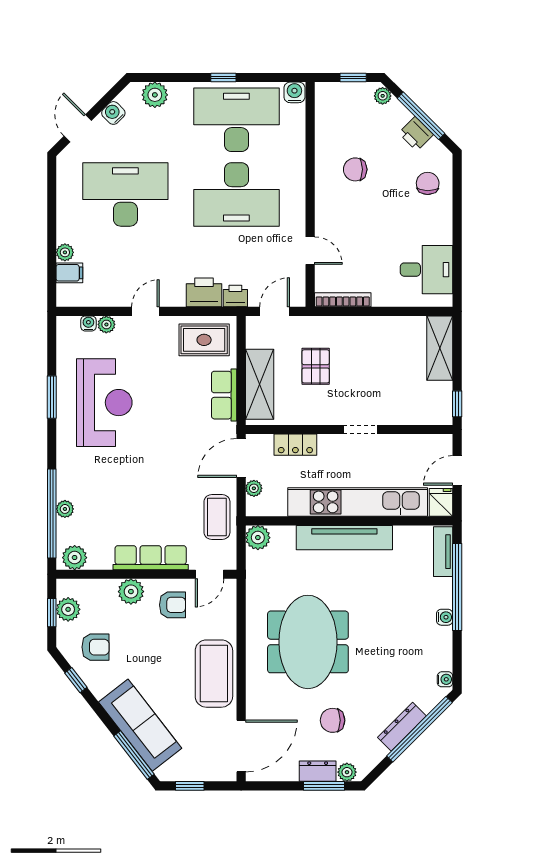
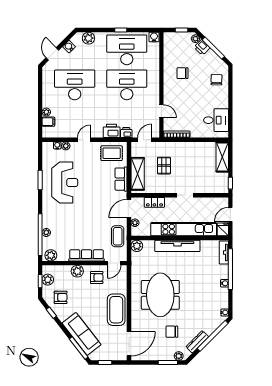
printer: (416, 134) -> (202, 47), moved
desk: (236, 194) -> (127, 85), turned 180
dresser: (402, 727) -> (197, 342), moved
dresser: (318, 771) -> (165, 356), removed

